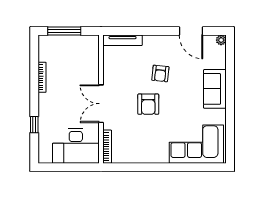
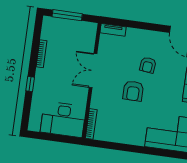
tv unit: (123, 40) -> (113, 30), width x0.71
double door: (101, 104) -> (93, 71), moved
window: (34, 125) -> (30, 84), moved

